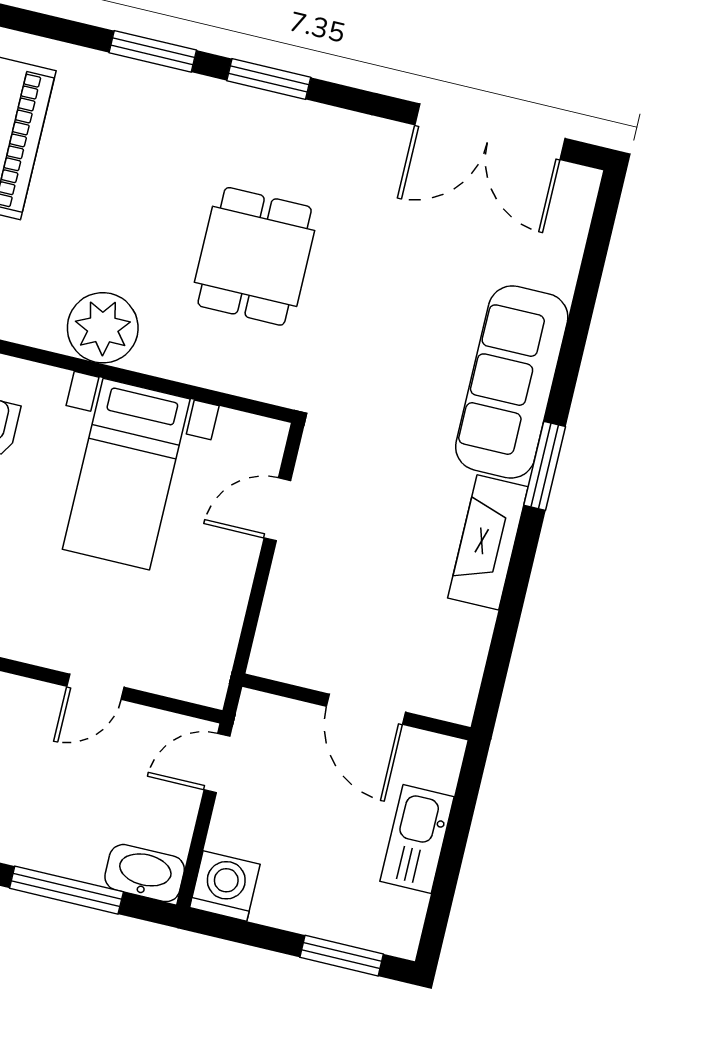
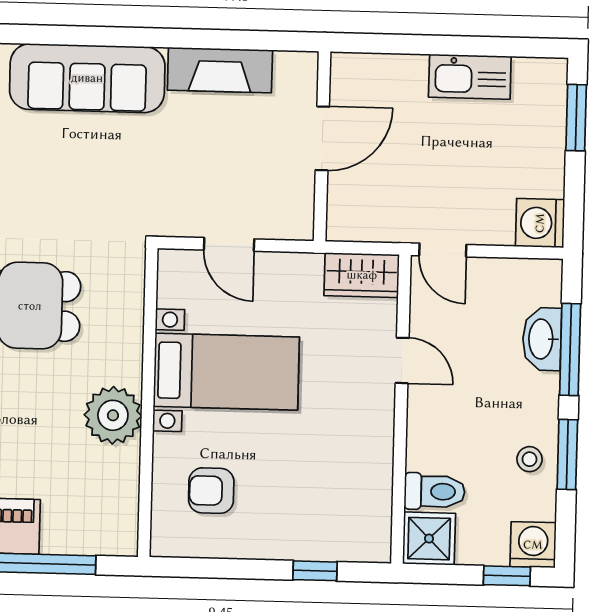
window: (545, 466) -> (149, 38), removed
wardrobe: (208, 660) -> (362, 275), added
wall: (356, 707) -> (322, 146), moved
door: (366, 709) -> (322, 138), moved
washbasin: (145, 873) -> (542, 339), moved

